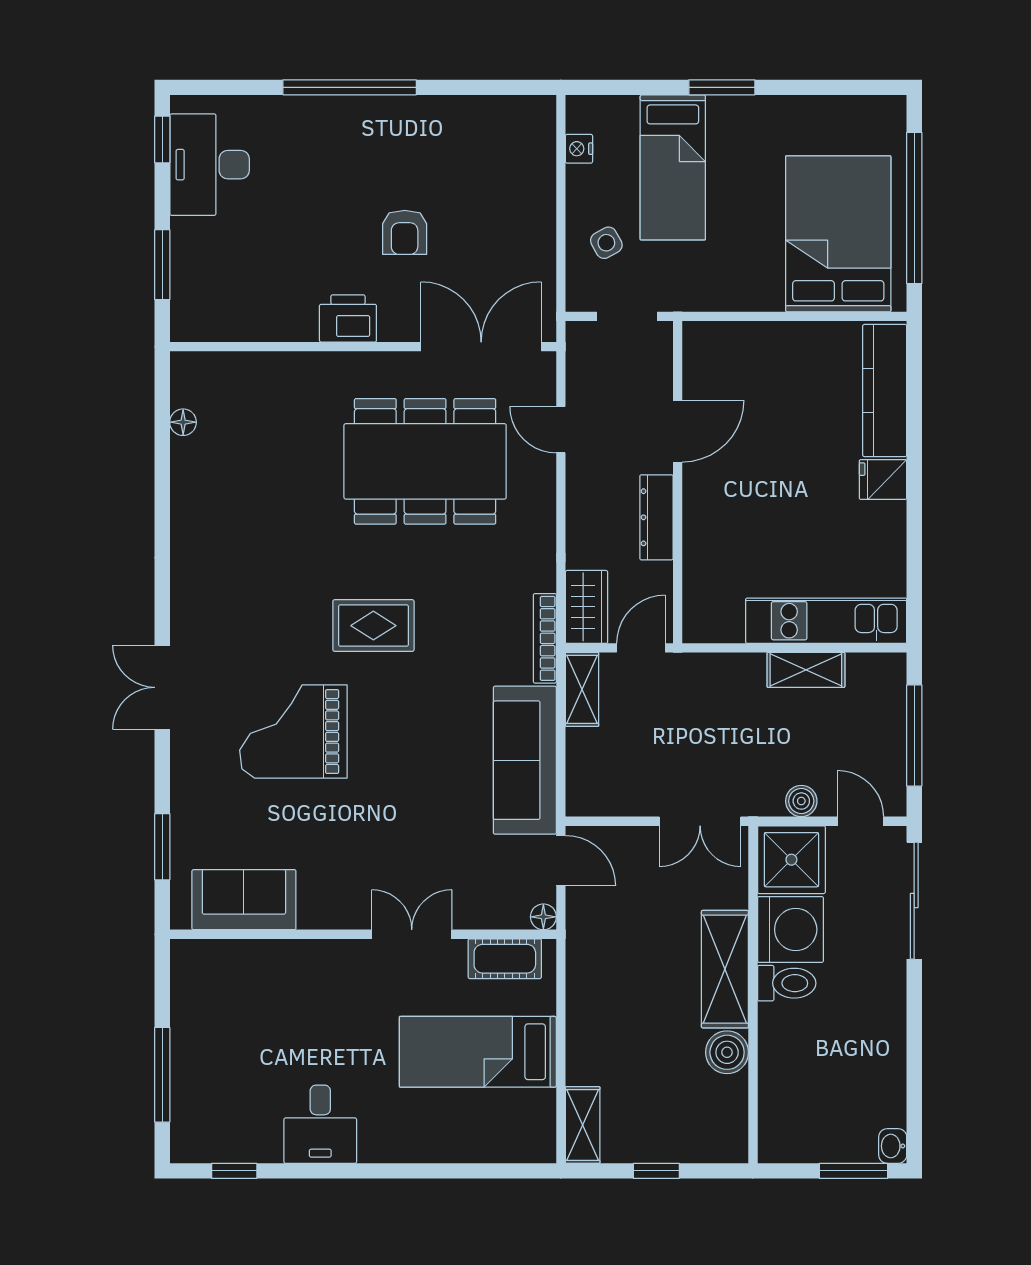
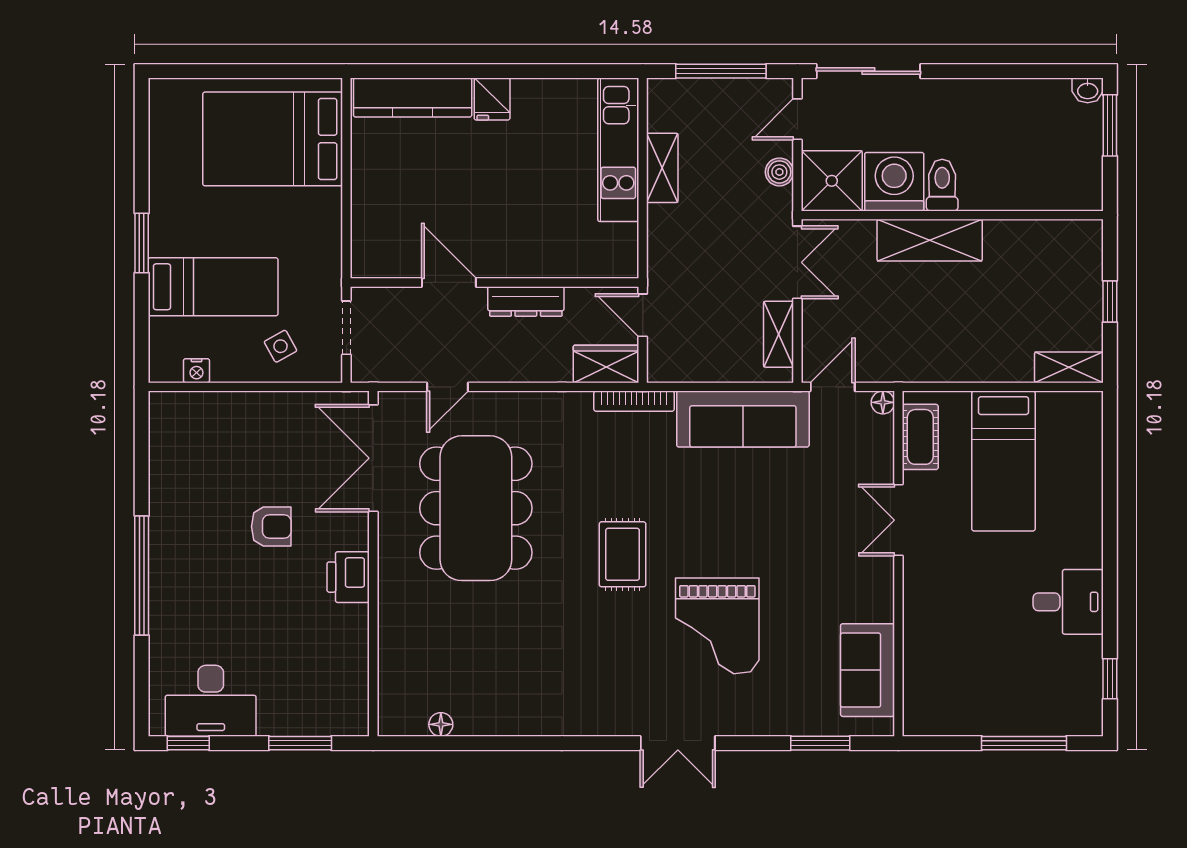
window: (914, 208) -> (250, 71), removed
shelving: (582, 689) -> (779, 334), moved, turned 90
boiler: (727, 1052) -> (1004, 238), removed

